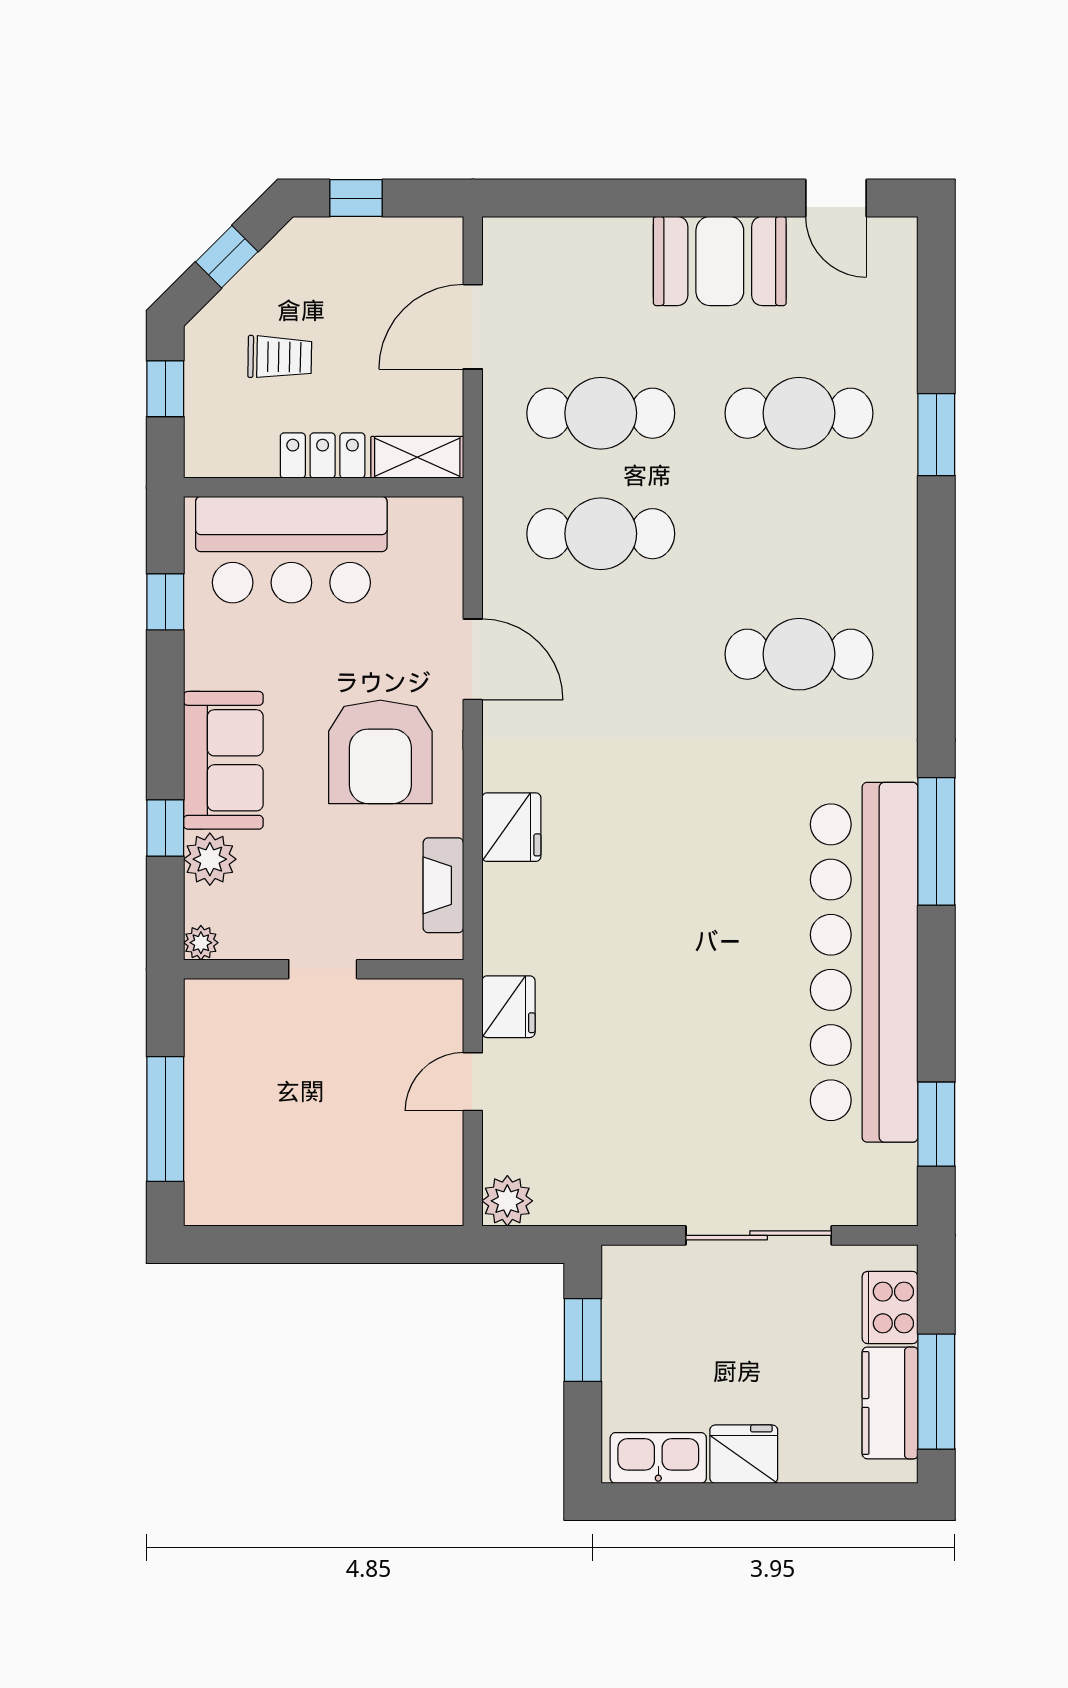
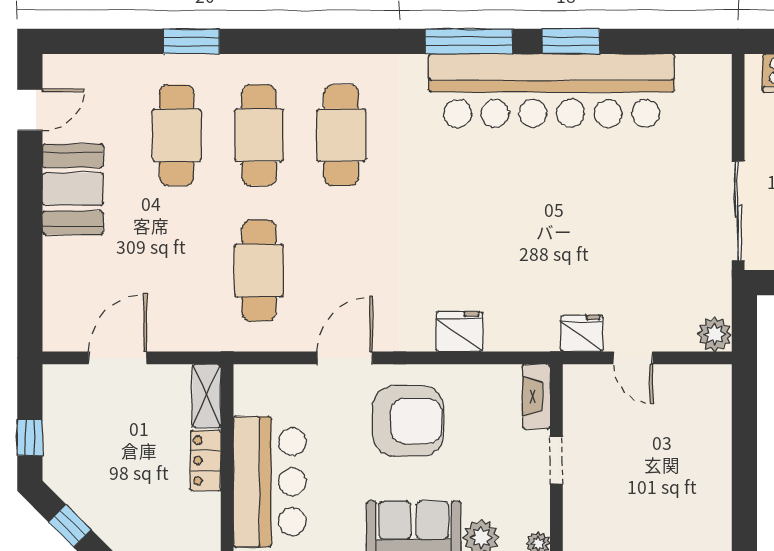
door: (473, 327) -> (118, 358), swing flipped
trolley: (280, 357) -> (138, 490), removed
cafe table: (601, 413) -> (259, 135), moved
fireplace: (443, 885) -> (536, 397), moved, turned 90
window: (936, 1124) -> (571, 41), moved
sliding door: (759, 1235) -> (738, 211), moved

